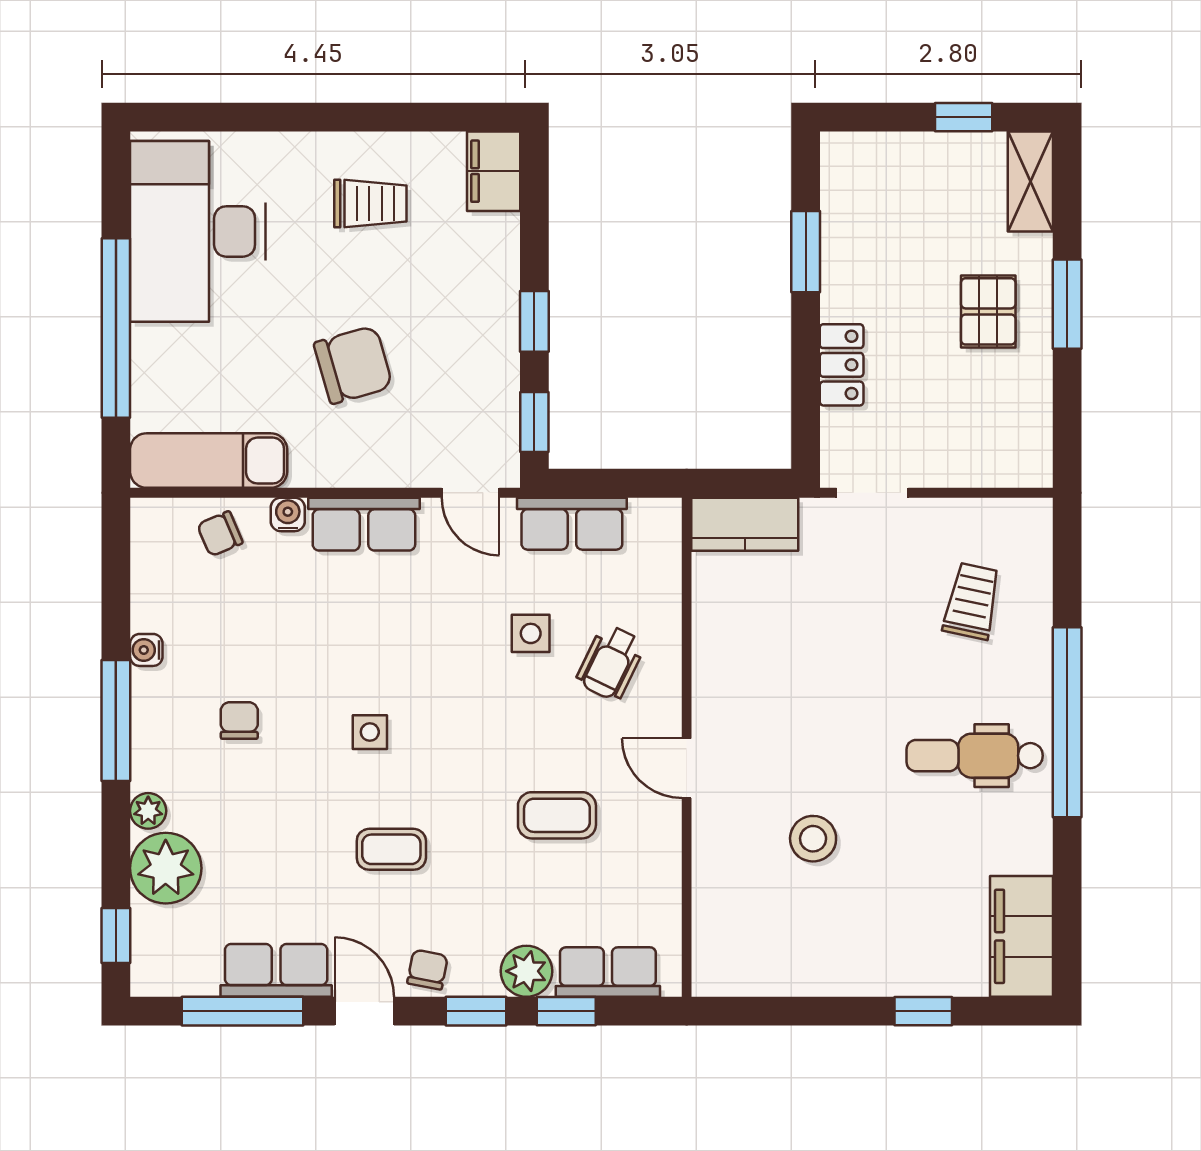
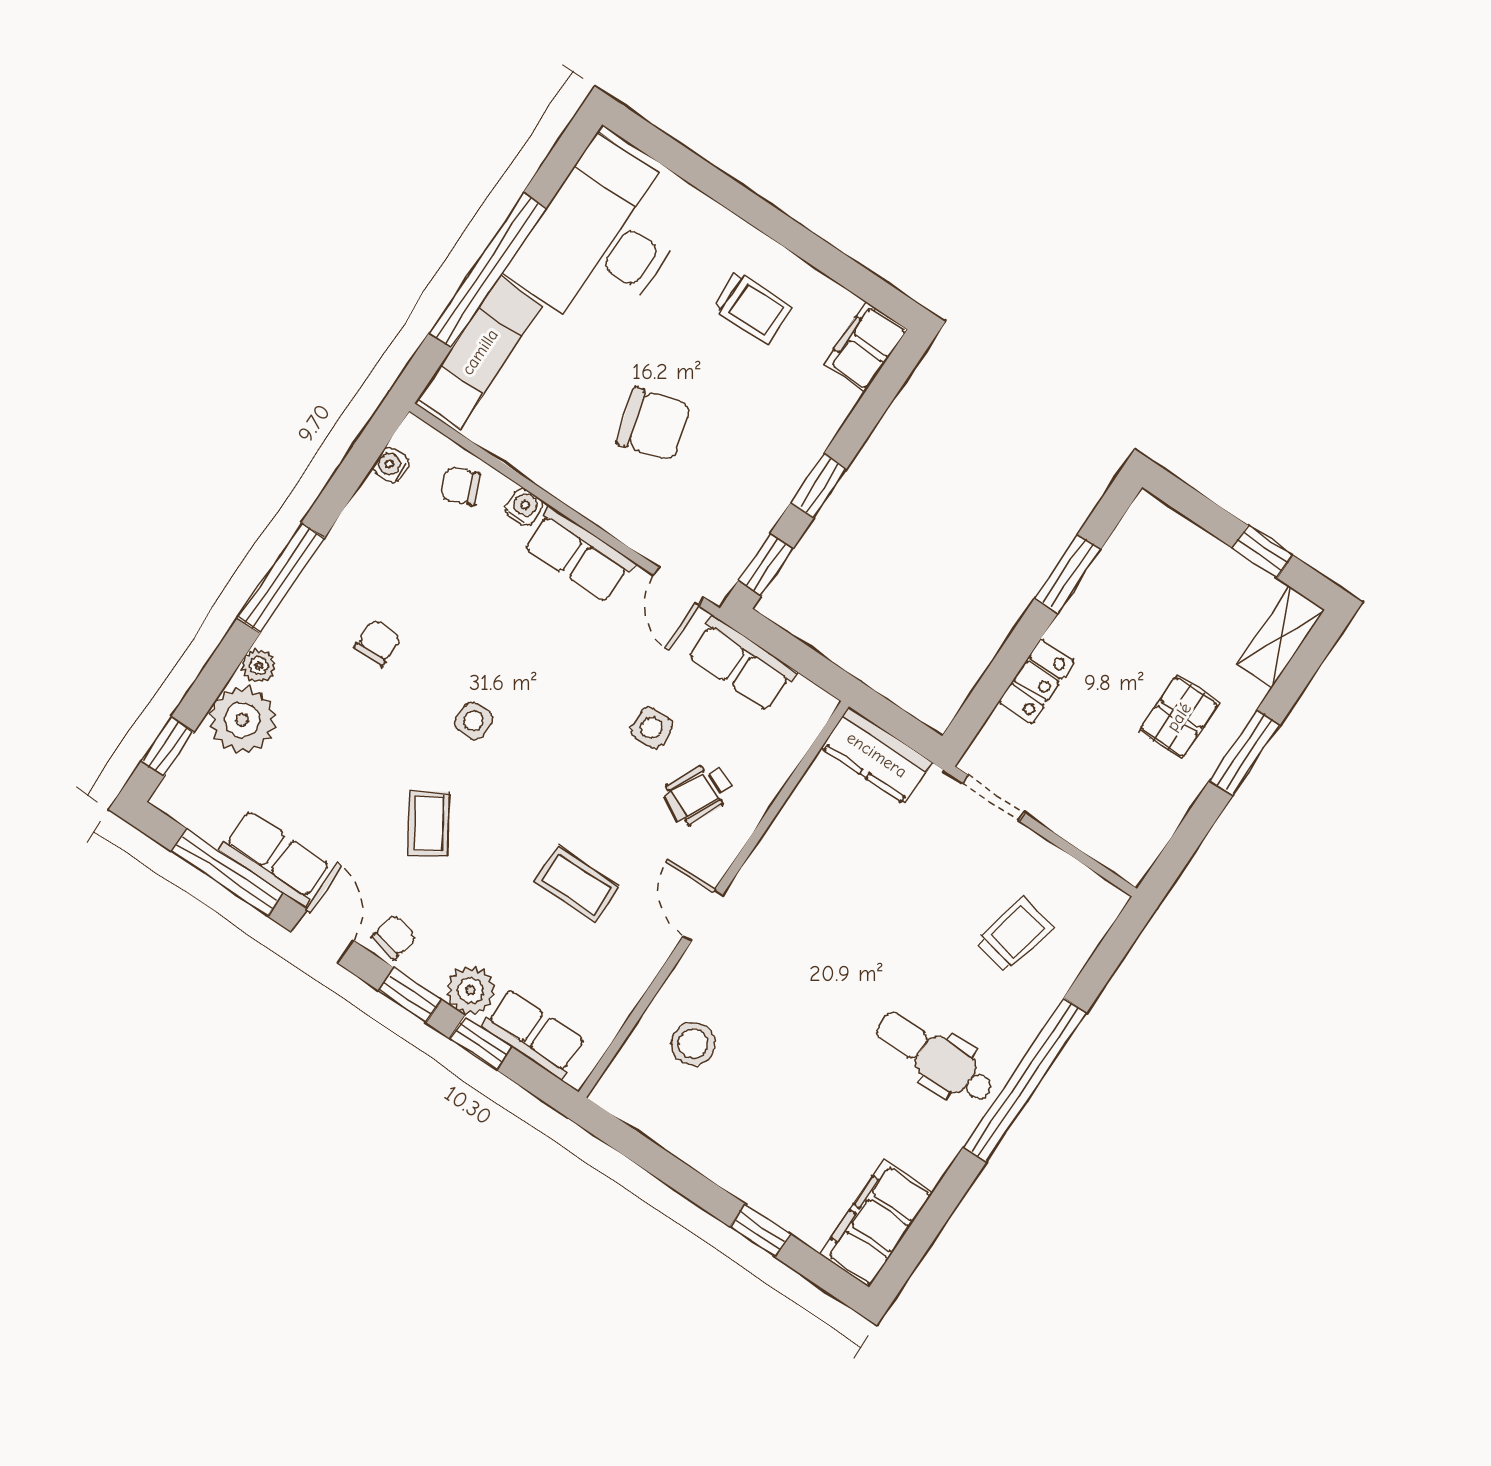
exam couch: (209, 461) -> (480, 352), moved, turned 90
water cooler: (146, 650) -> (391, 465), moved
stool: (813, 839) -> (693, 1044), moved
coffee table: (391, 849) -> (429, 824), turned 58

